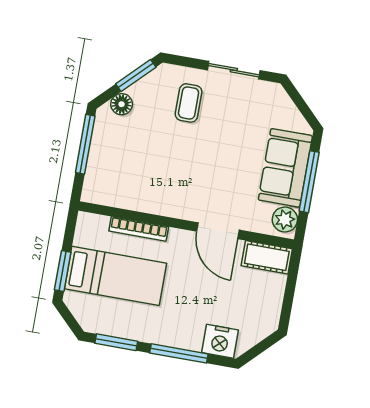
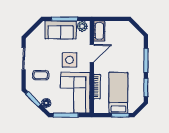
corner sofa: (133, 176) -> (75, 93), added
side table: (212, 176) -> (69, 60), added
nightstand: (220, 341) -> (138, 44), removed

